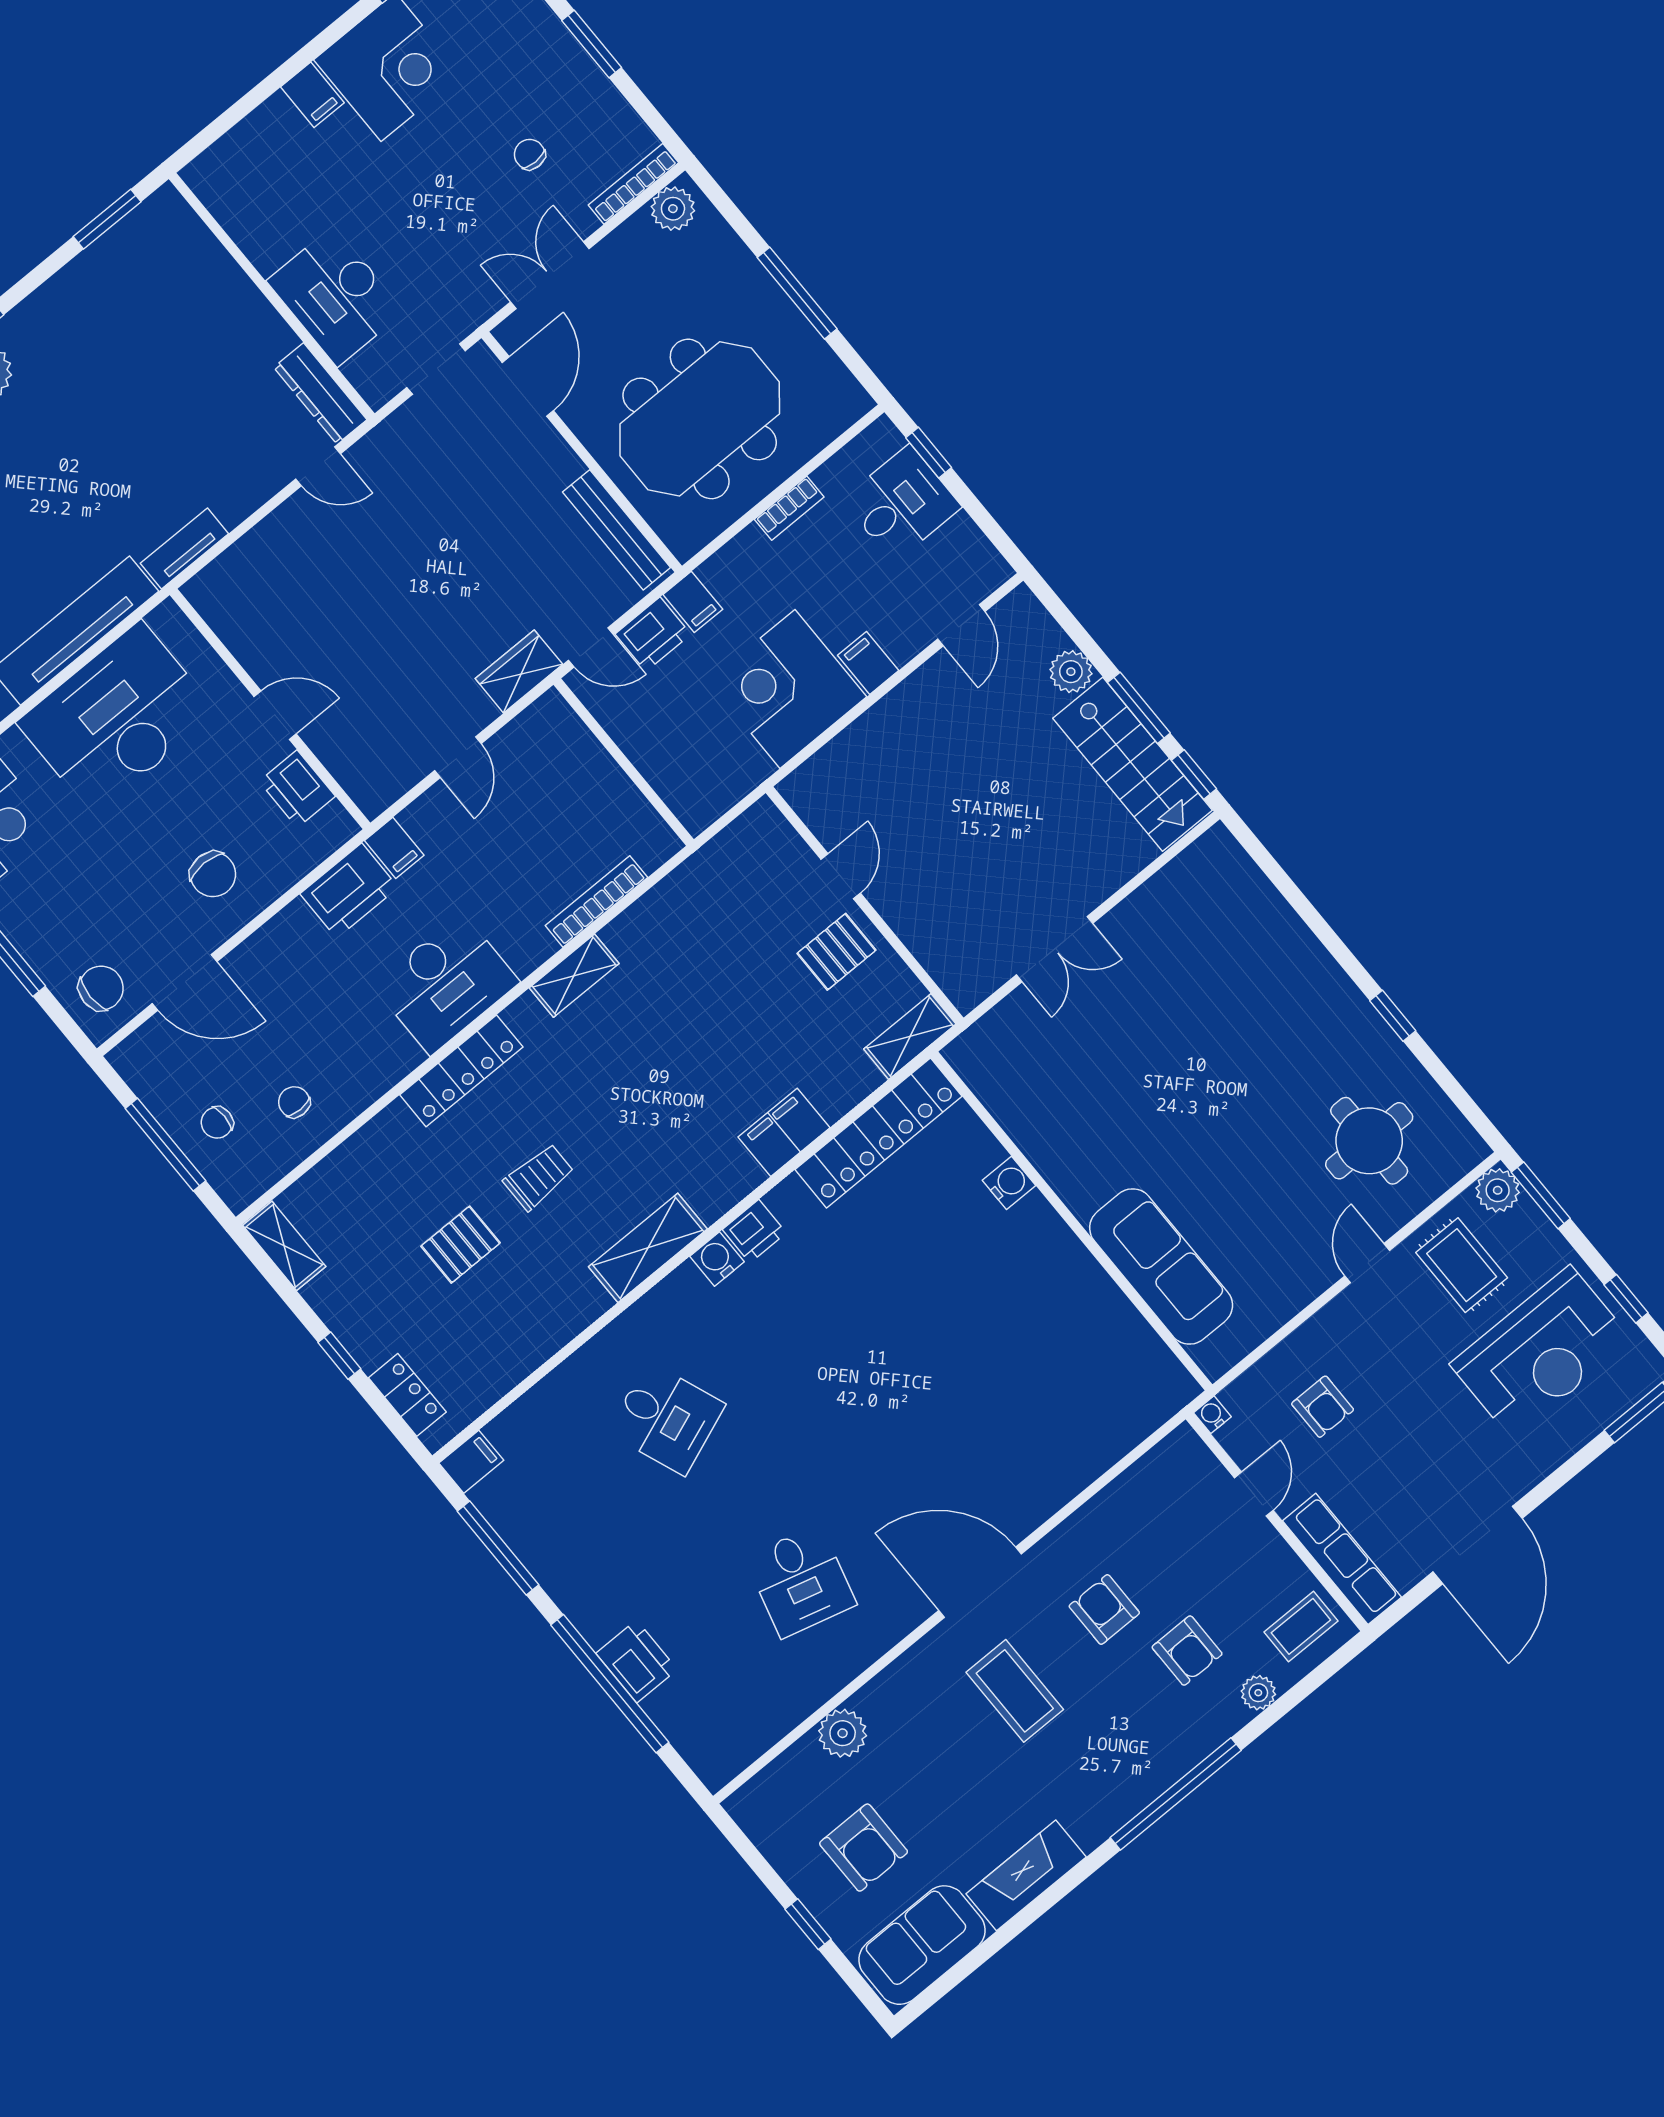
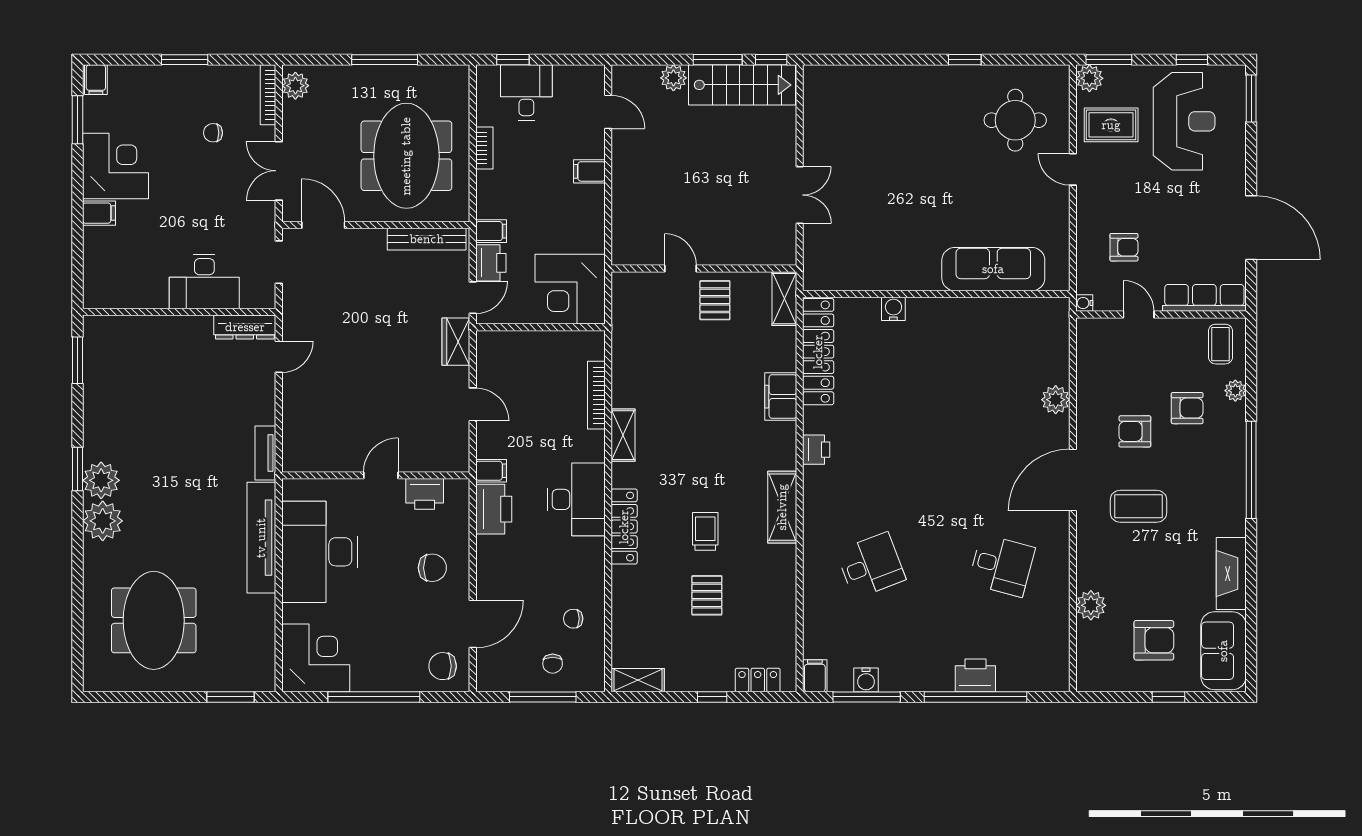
corner desk: (787, 689) -> (570, 289), moved
chair: (101, 988) -> (443, 666), turned -90
water cooler: (717, 1259) -> (866, 680), moved, turned -90
plant: (1062, 1478) -> (1056, 400), added

